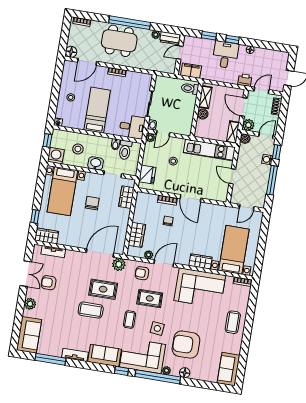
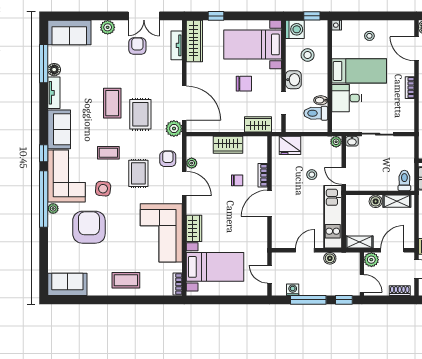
desk: (132, 127) -> (347, 98), moved, turned 90
door: (163, 133) -> (344, 176), moved
boiler: (245, 139) -> (330, 258), moved
washing machine: (267, 160) -> (293, 290), moved
wardrobe: (137, 235) -> (228, 145), moved
wardrobe: (47, 236) -> (194, 41), width x1.50
floor lamp: (185, 373) -> (54, 70), moved

